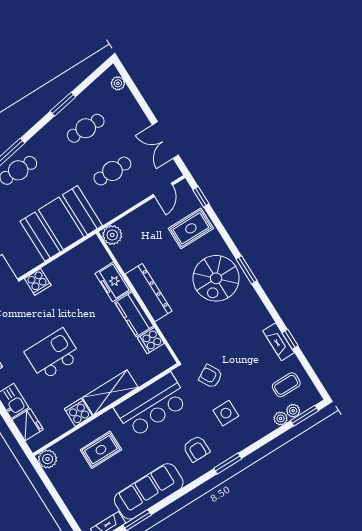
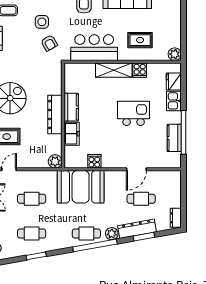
cooker: (38, 282) -> (94, 161), moved
cooker: (151, 341) -> (71, 86), removed
kitchen island: (53, 354) -> (134, 113), turned 180
side table: (226, 413) -> (42, 22), moved

